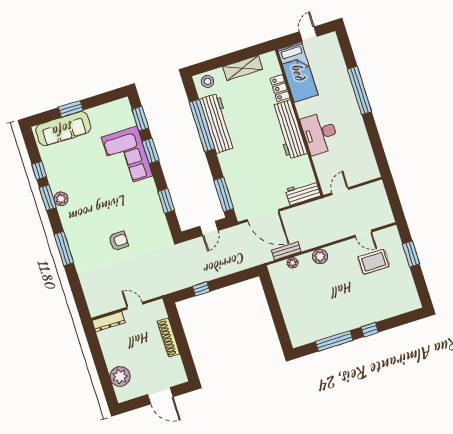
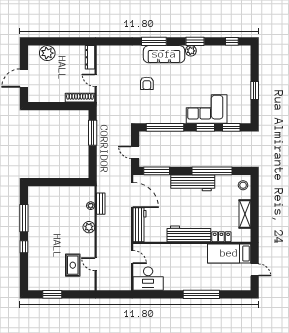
window: (71, 109) -> (255, 91), moved
workbench: (218, 123) -> (193, 183), moved
sofa: (63, 129) -> (164, 54), moved, turned -90
desk: (320, 133) -> (148, 279), moved, turned 180
window: (39, 170) -> (232, 41), moved
workbench: (303, 193) -> (140, 225), width x1.38
window: (166, 201) -> (165, 127), width x2.11
door: (263, 215) -> (132, 195), swing flipped
door: (363, 234) -> (96, 264), hinge flipped
window: (411, 254) -> (52, 294), moved
window: (201, 289) -> (93, 133), width x2.17
door: (135, 306) -> (96, 80), swing flipped
shoe rack: (169, 338) -> (80, 98), moved

